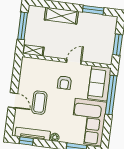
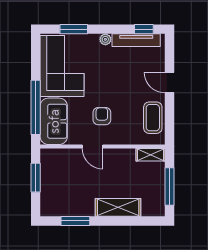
door: (74, 62) -> (93, 146), hinge flipped
coffee table: (39, 103) -> (153, 118), moved

